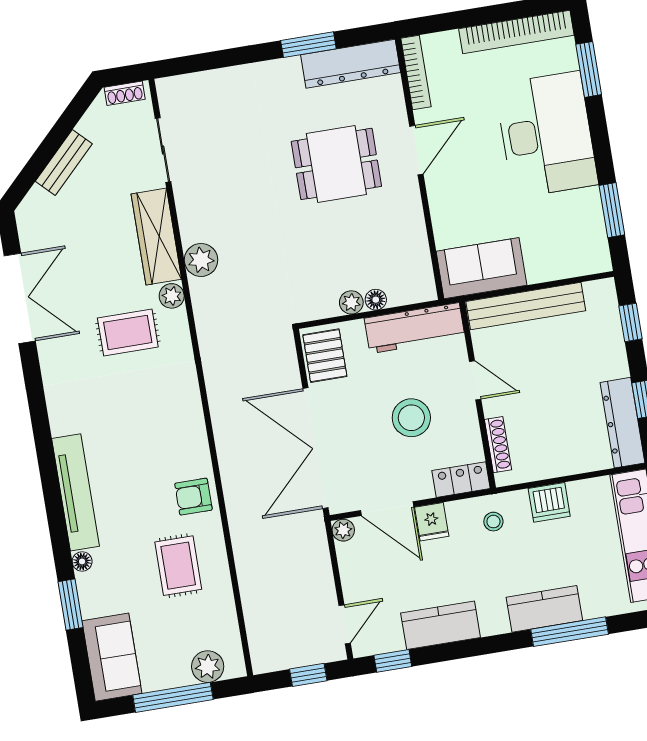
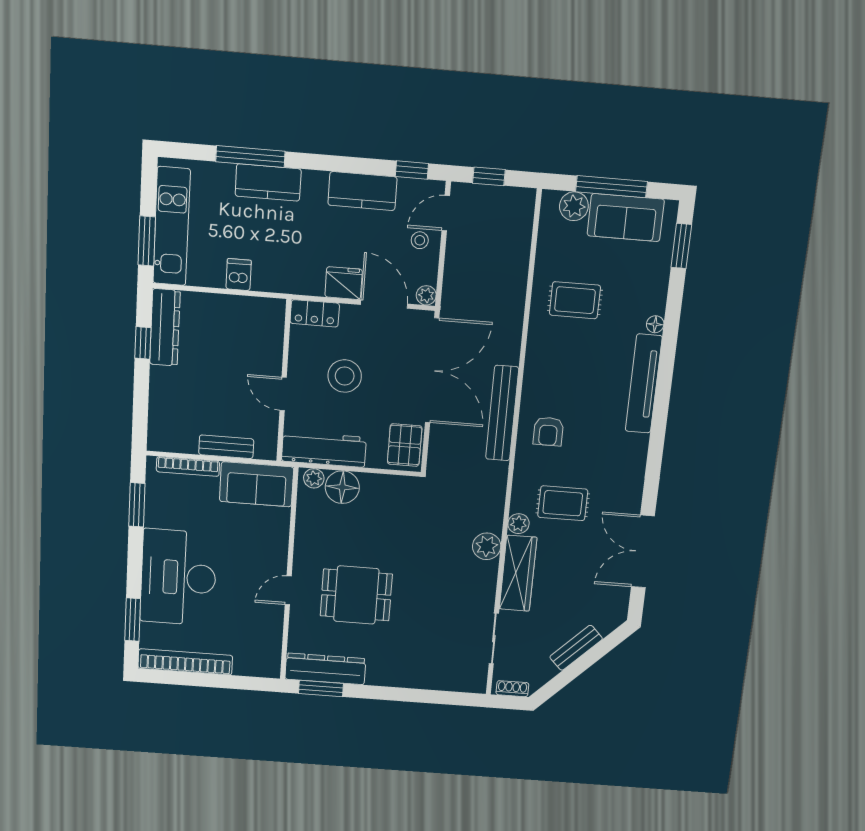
window: (308, 45) -> (321, 689), moved
bookcase: (416, 72) -> (188, 466), moved, turned -90
door: (416, 150) -> (288, 590), width x0.73
floor lamp: (376, 300) -> (342, 487), width x1.89, depth x1.89
plant: (351, 302) -> (314, 478), moved
bench: (526, 306) -> (226, 447), width x0.54, depth x0.82
window: (630, 322) -> (140, 410), removed
bench: (225, 419) -> (502, 413), added
shoe rack: (498, 445) -> (276, 335), removed
armchair: (193, 497) -> (548, 431), moved, turned 90
dishwasher: (549, 502) -> (239, 275), width x0.73
fridge: (432, 522) -> (344, 283), width x1.38
stool: (493, 522) -> (420, 240), moved
rug: (178, 566) -> (575, 300), turned 90
window: (70, 605) -> (681, 246), moved
sofa: (112, 657) -> (626, 218), moved, turned -90

